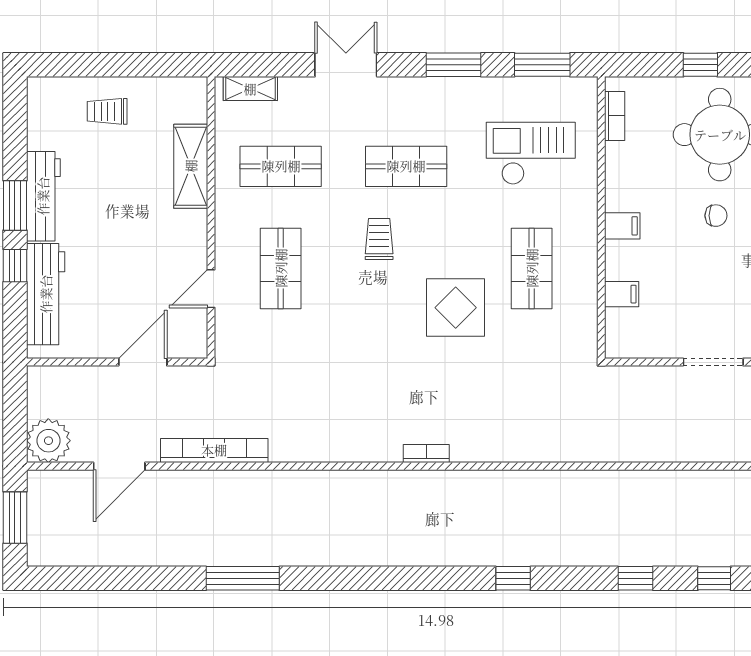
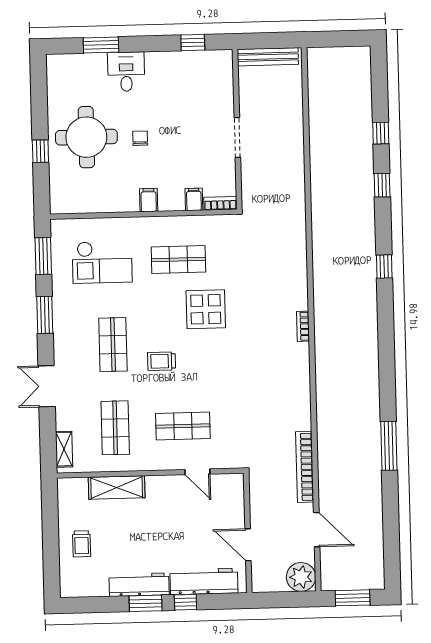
bookcase: (615, 116) -> (220, 203), moved
checkout: (531, 153) -> (102, 262), turned -90
door: (143, 362) -> (248, 545), moved

